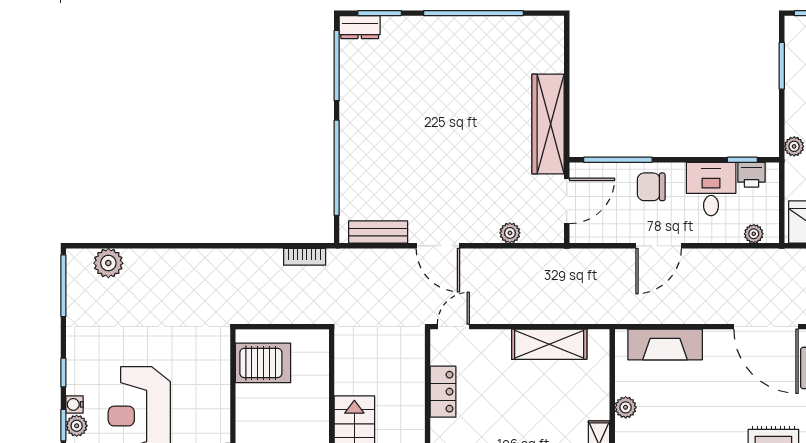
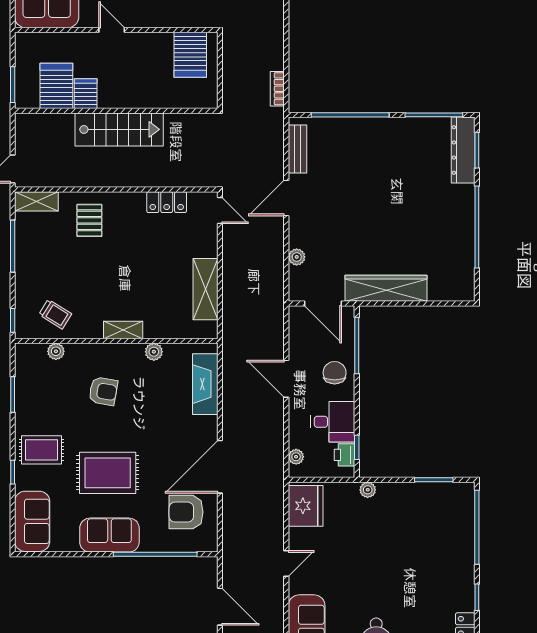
dresser: (360, 27) -> (463, 150), width x1.96, depth x1.24

